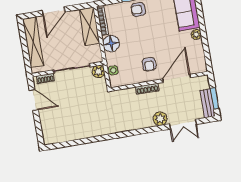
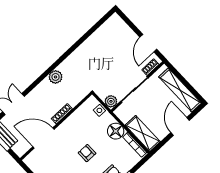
armchair: (149, 64) -> (87, 153), moved
door: (177, 78) -> (43, 138), swing flipped
door: (34, 100) -> (148, 43), hinge flipped
plant: (160, 119) -> (56, 77), moved

